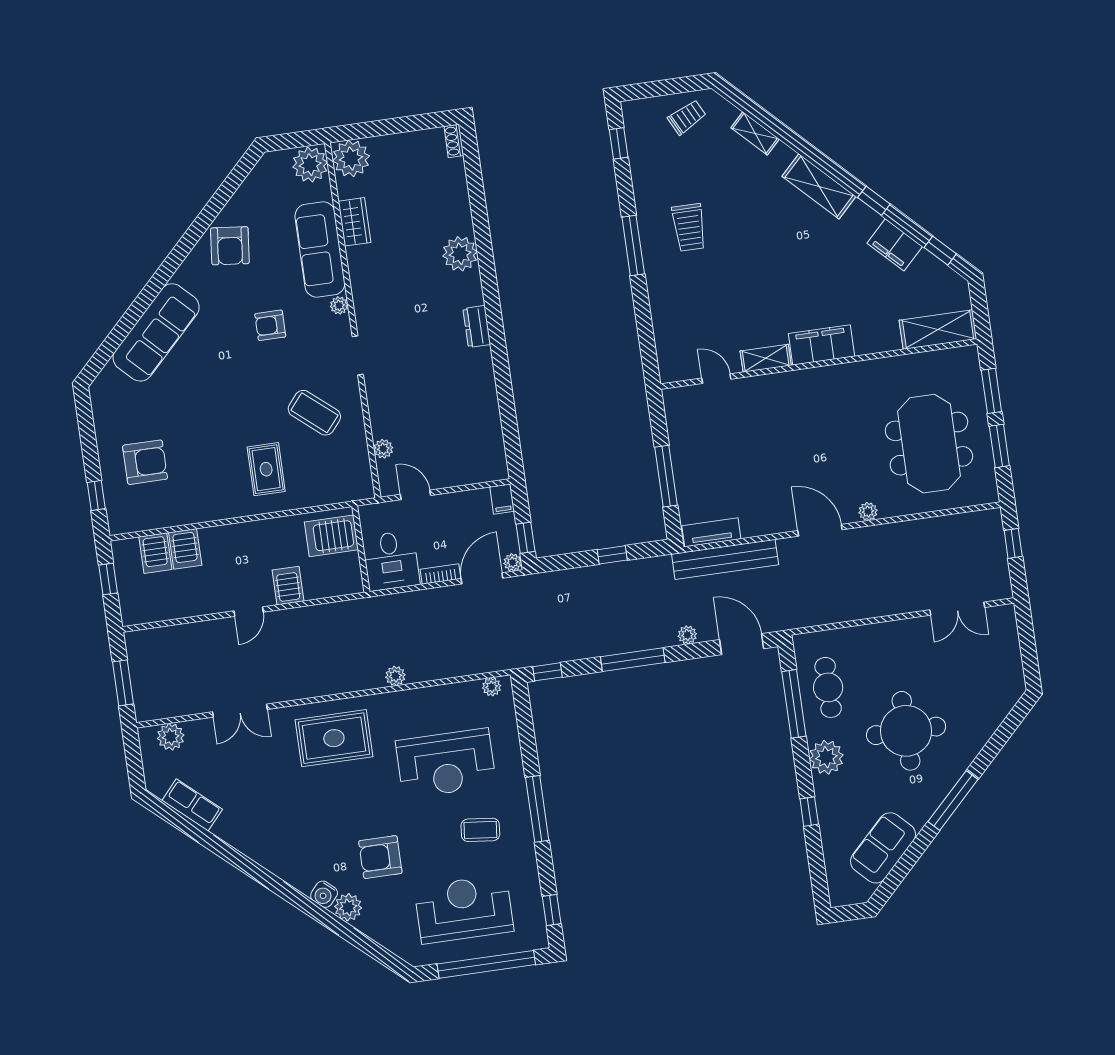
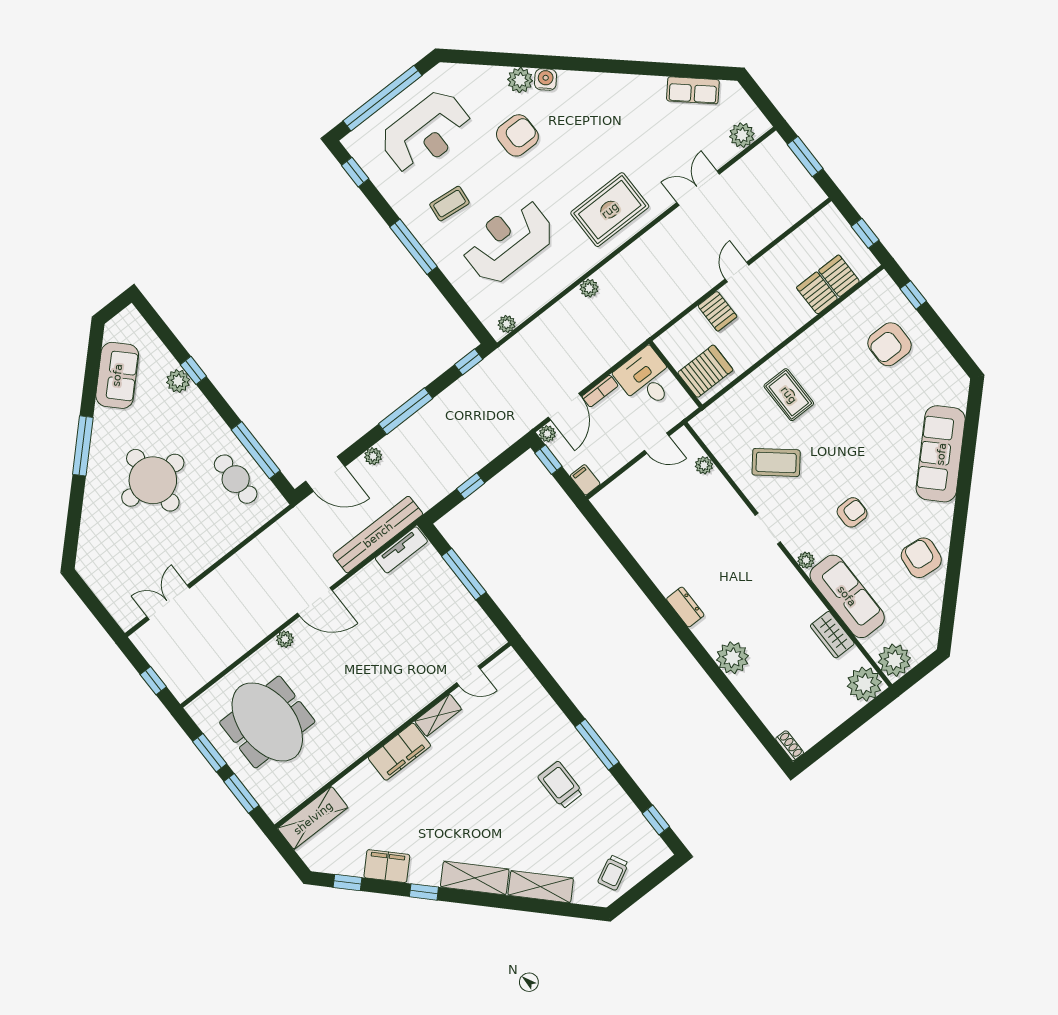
shelving: (755, 133) -> (541, 887), width x1.50, depth x1.33
plant: (826, 757) -> (178, 381), moved, width x0.73, depth x0.73

